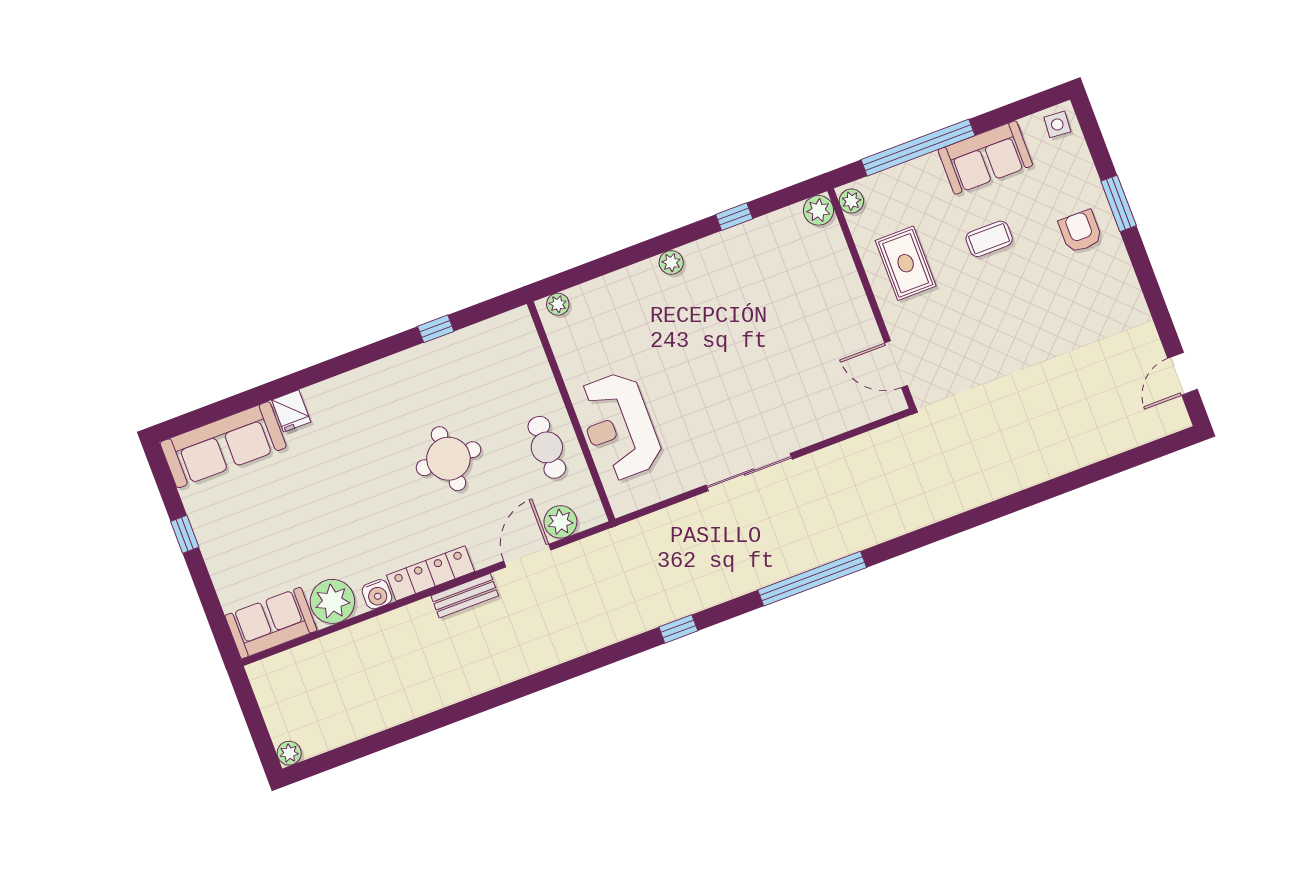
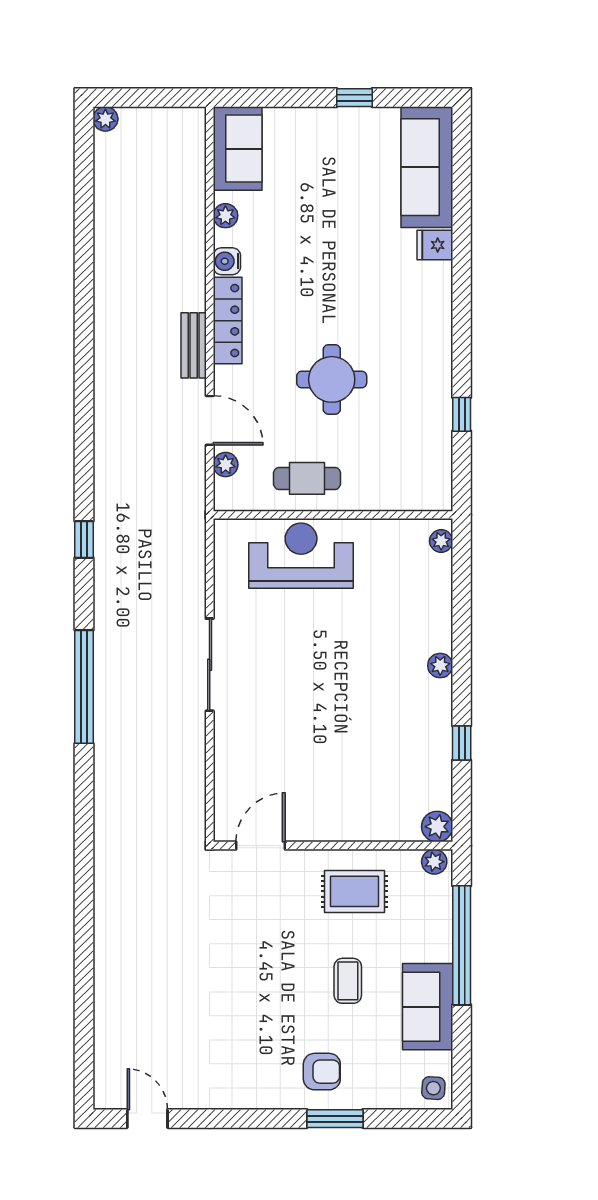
plant: (560, 522) -> (226, 465), width x0.73, depth x0.73
plant: (332, 601) -> (225, 216), width x0.53, depth x0.53

